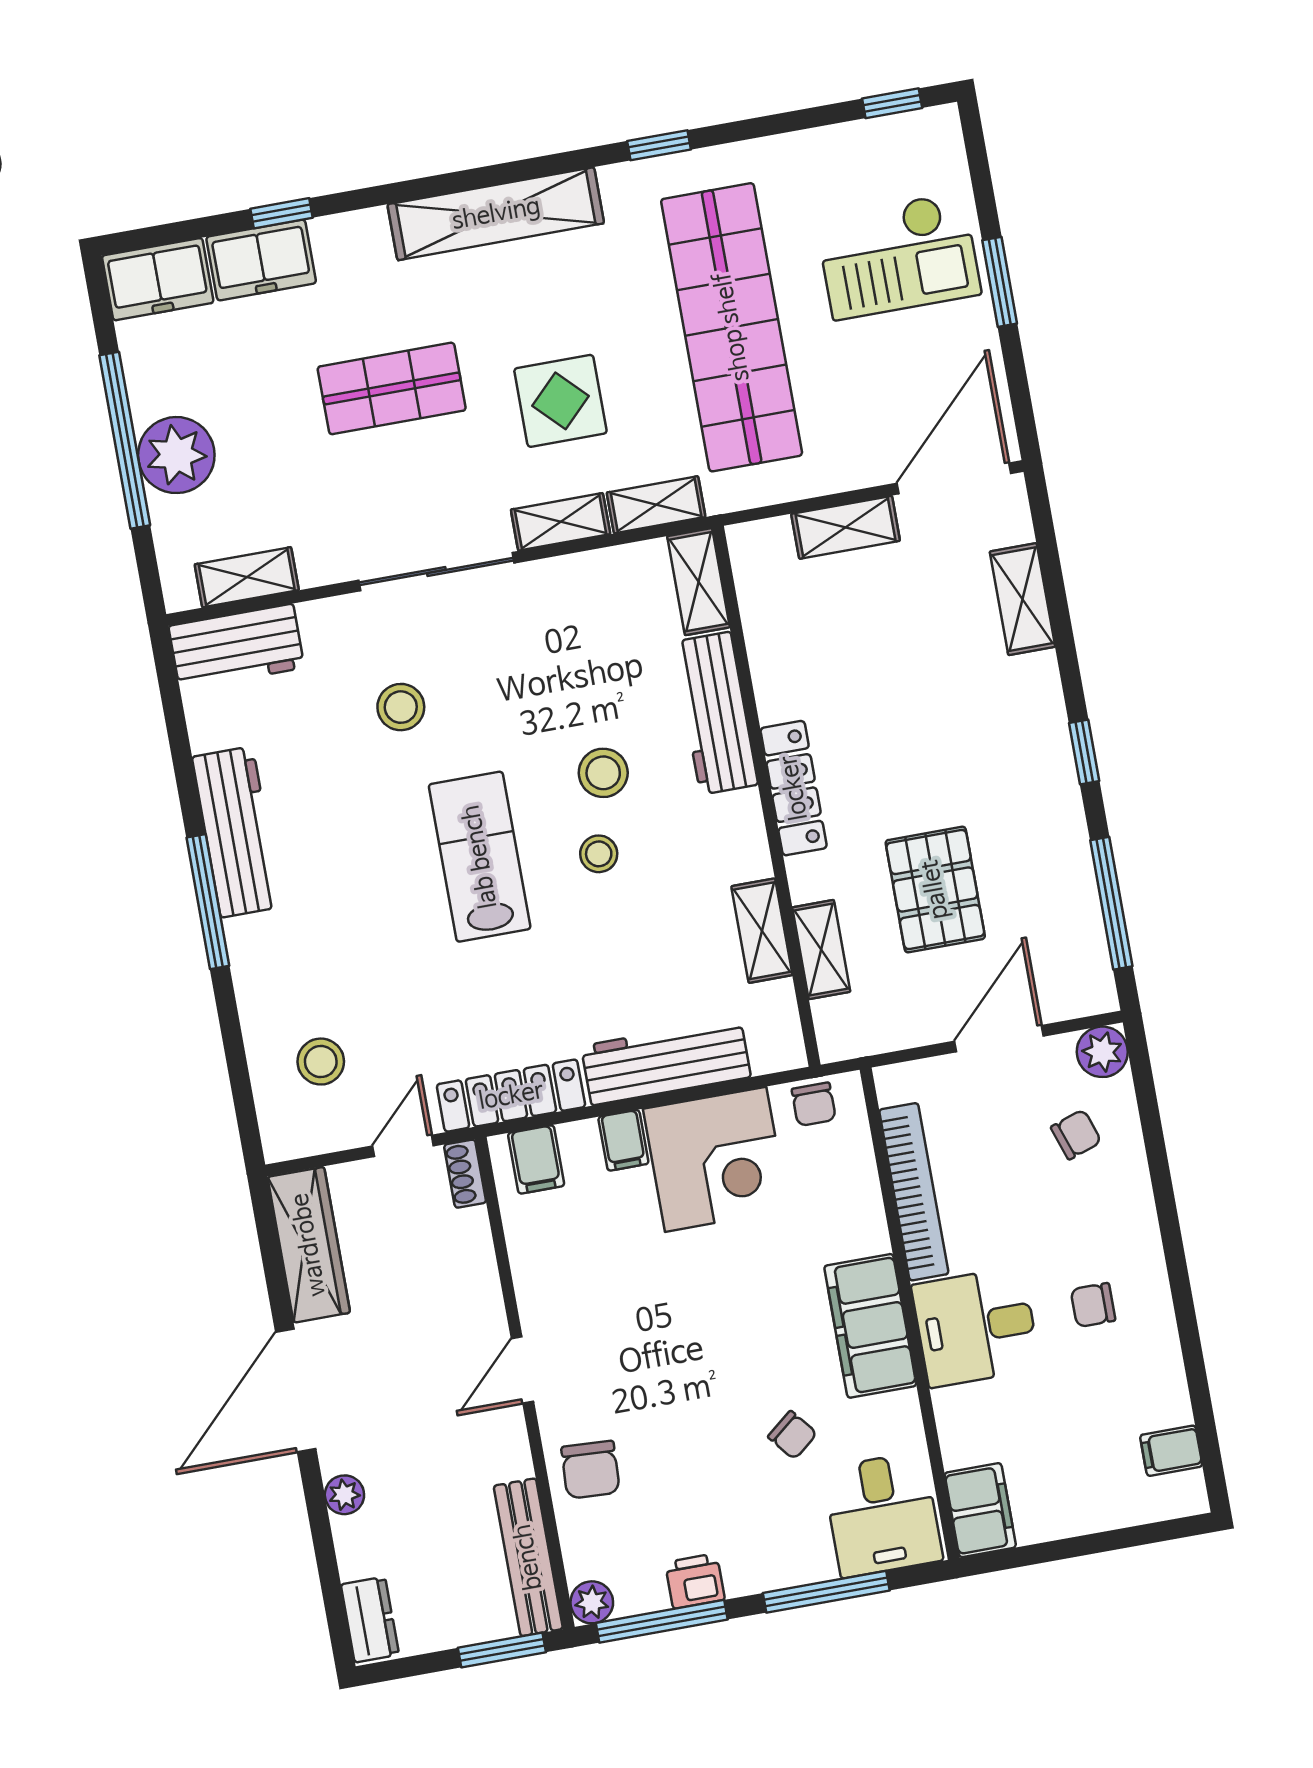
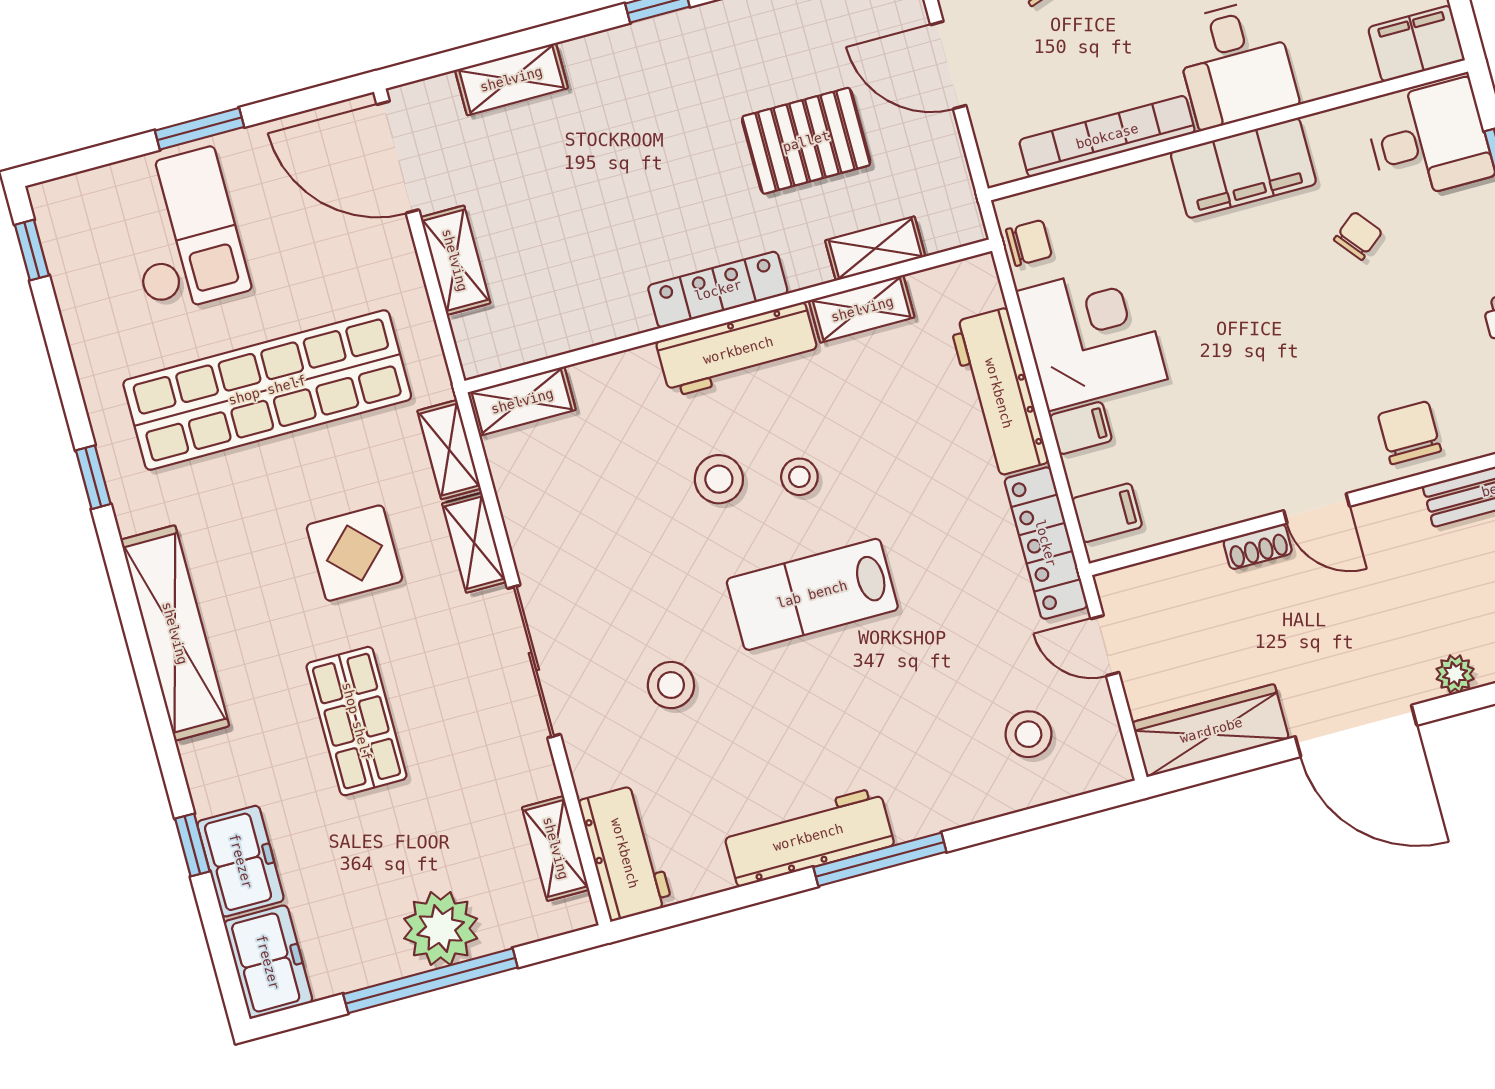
workbench: (715, 713) -> (738, 350), moved
shoe rack: (465, 1174) -> (1258, 547), moved
chair: (590, 1470) -> (1409, 433), turned -93

